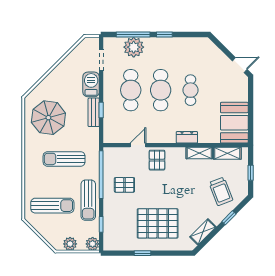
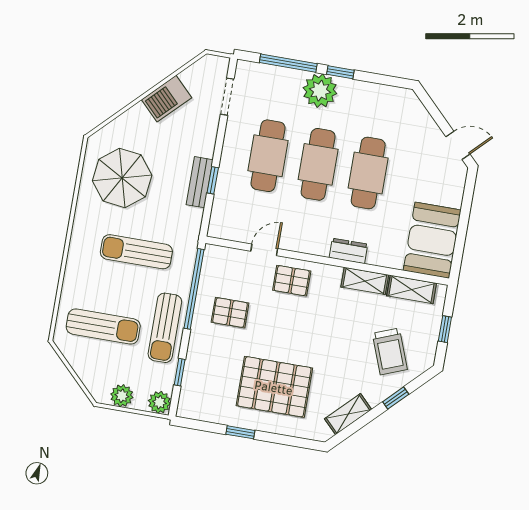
plant: (134, 47) -> (320, 91), moved
barbecue: (91, 84) -> (167, 99), moved, turned -135
cafe table: (191, 90) -> (368, 173), width x1.37, depth x1.35
pallet: (157, 160) -> (292, 281), turned 90

